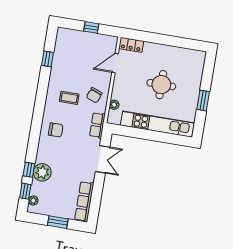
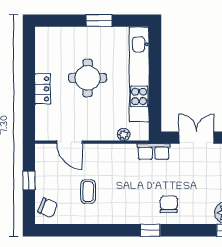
locker: (131, 45) -> (43, 89), moved
window: (47, 59) -> (150, 230), moved
chair: (94, 95) -> (48, 208), moved
coffee table: (69, 98) -> (88, 192), moved

